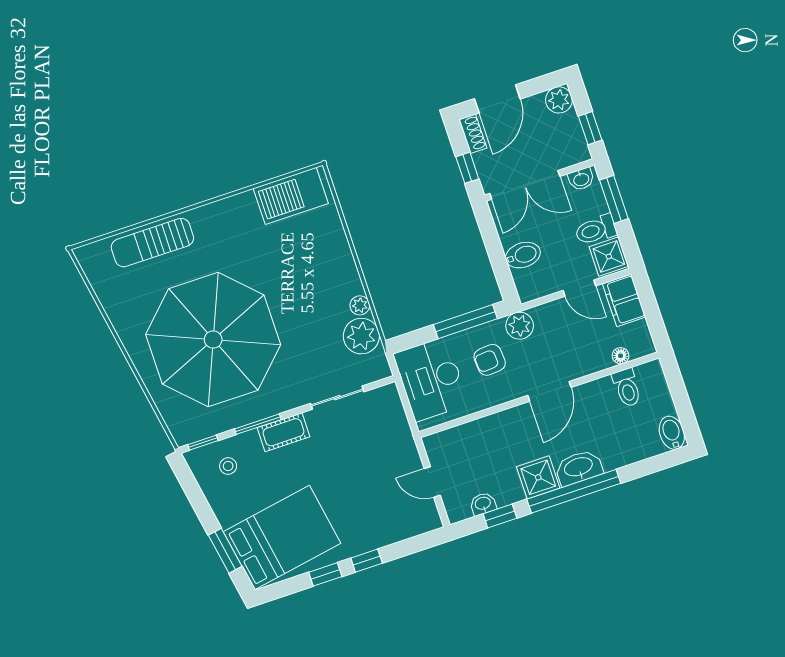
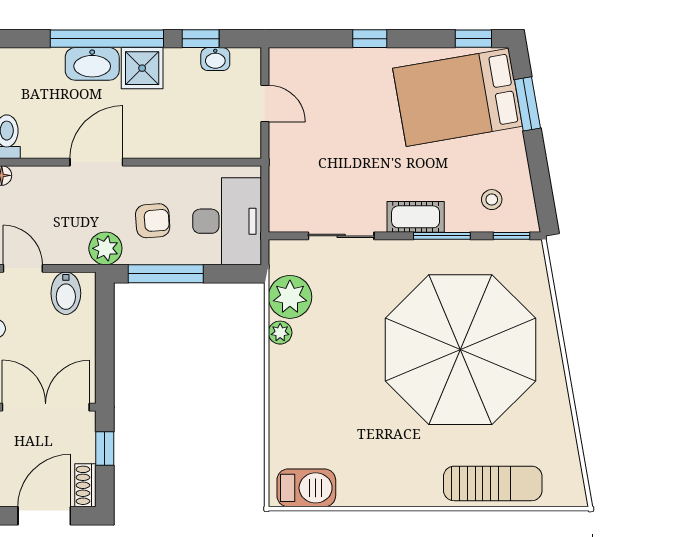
barbecue: (291, 196) -> (306, 488), width x0.73, depth x0.83
bidet: (523, 255) -> (66, 293), moved, turned -90
window: (325, 574) -> (473, 39), moved

